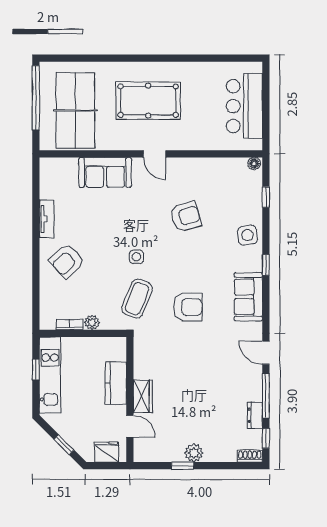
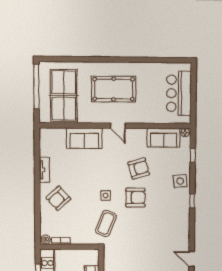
sofa: (248, 297) -> (164, 138), moved, turned -90
armchair: (188, 307) -> (135, 198), moved
plant: (92, 322) -> (46, 240), moved

